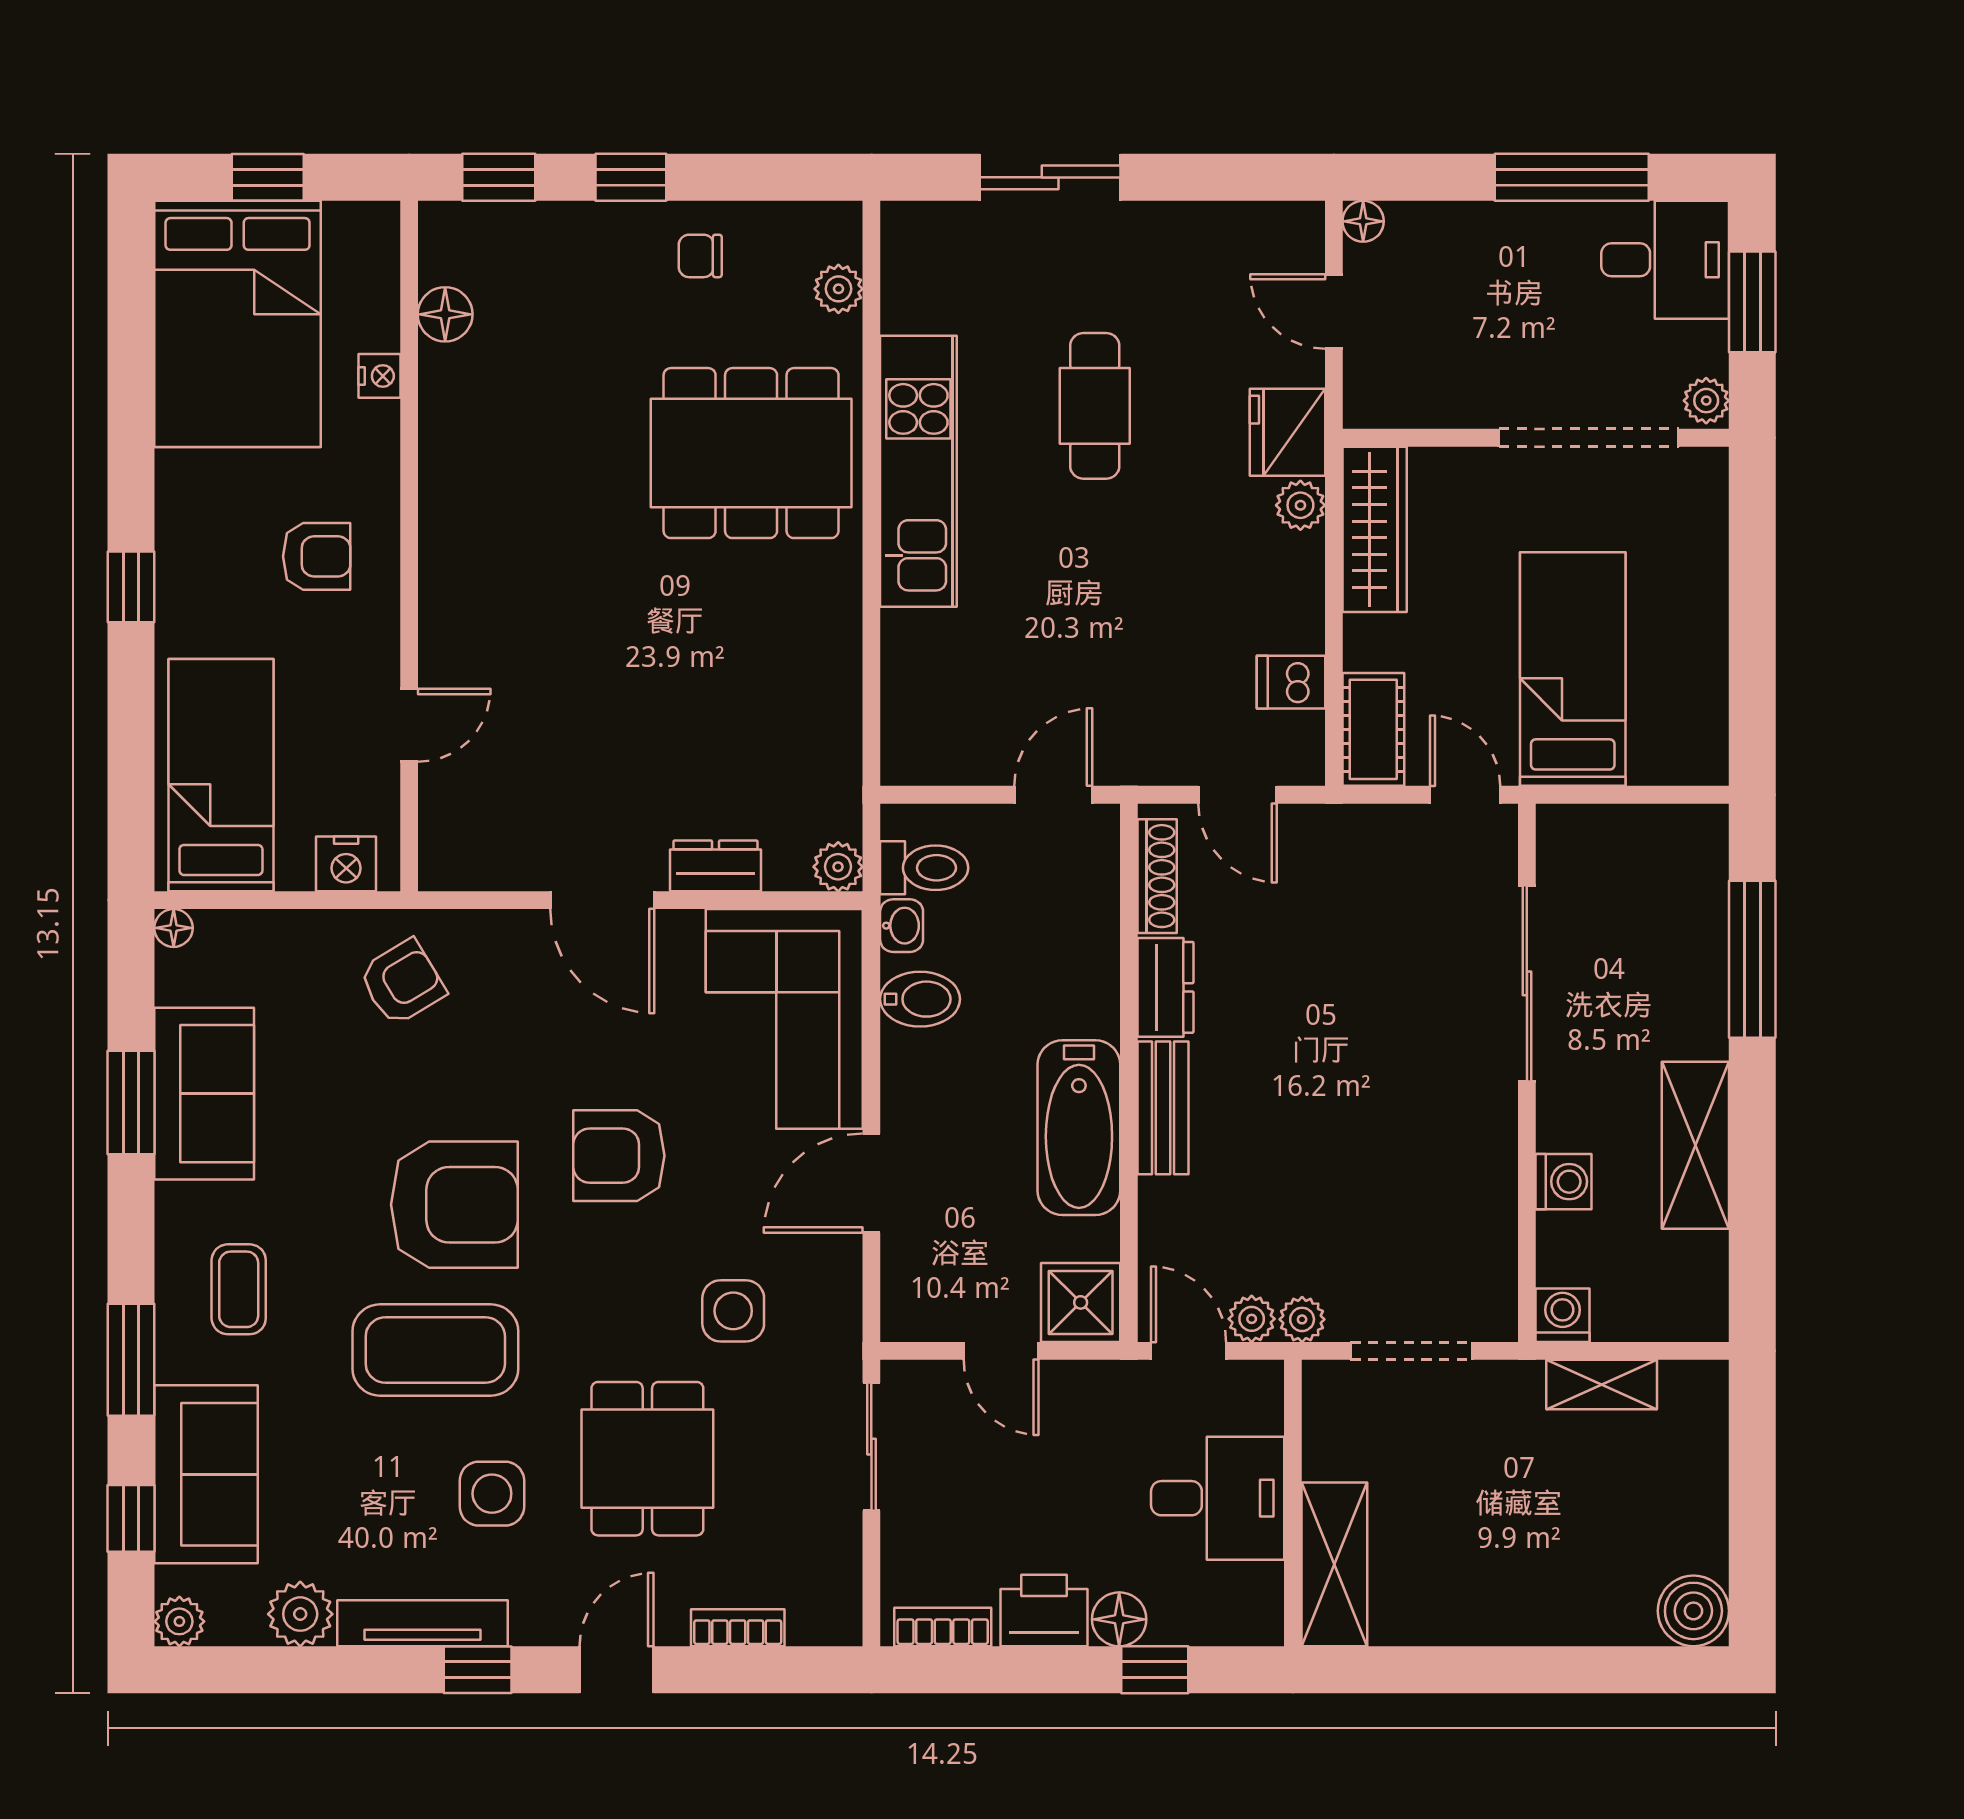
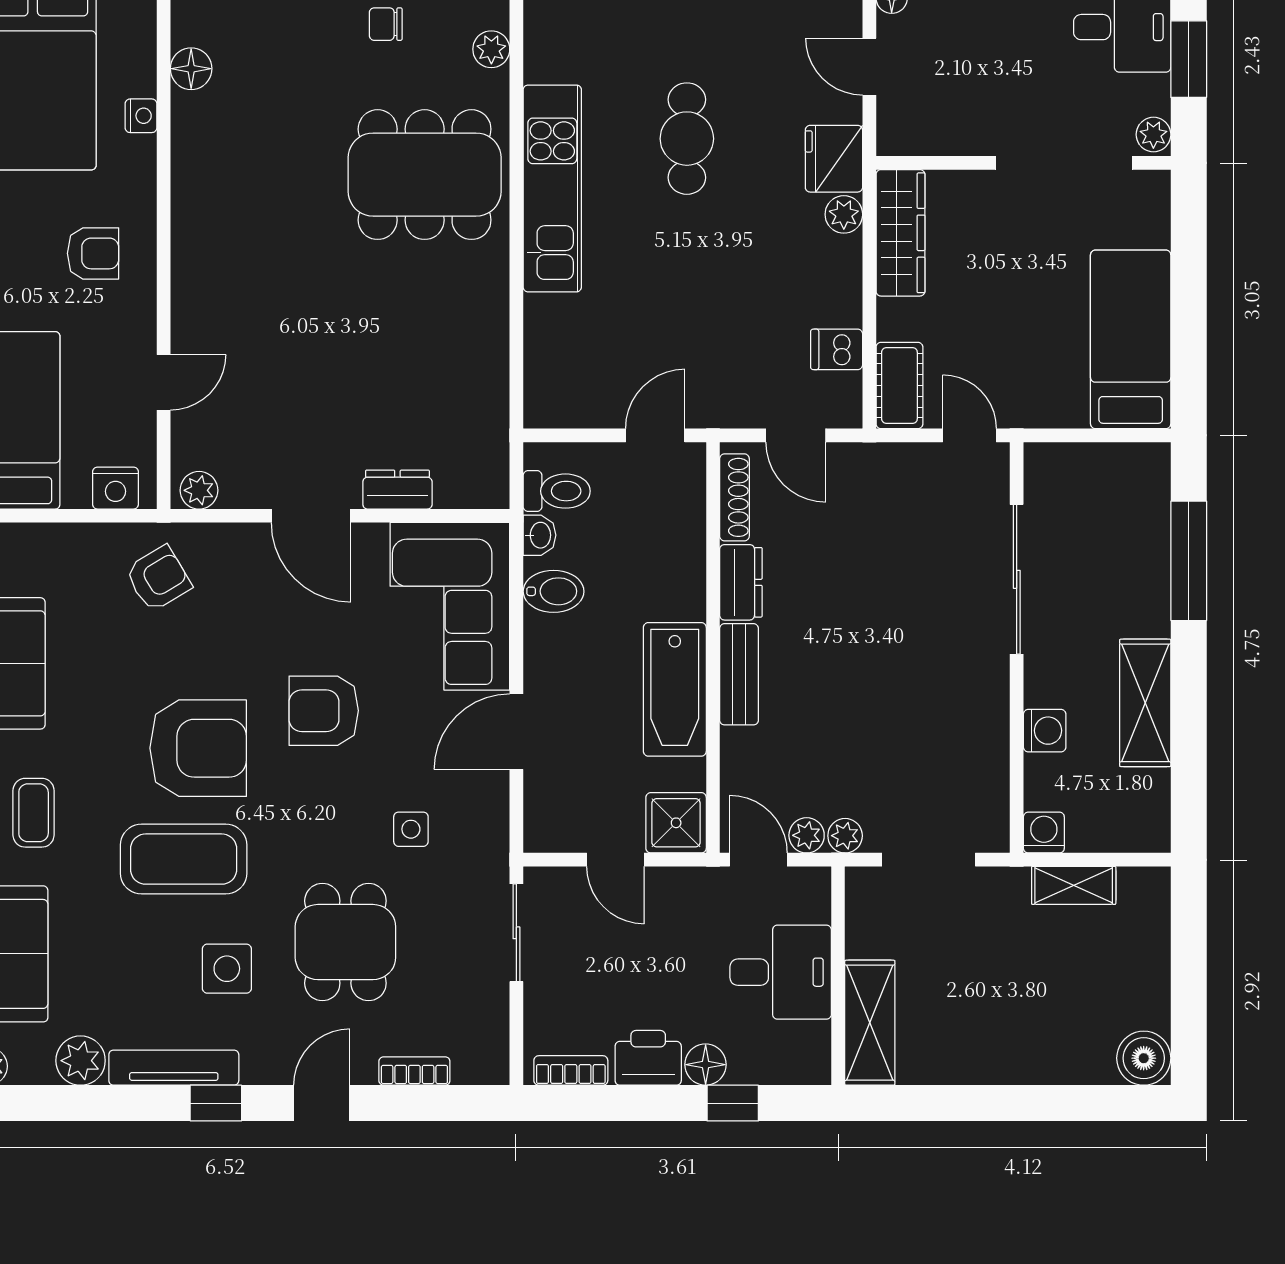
bed: (1573, 669) -> (1131, 339), moved
plant: (838, 867) -> (199, 490), moved
side table: (733, 1311) -> (411, 829), width x0.73, depth x0.73

